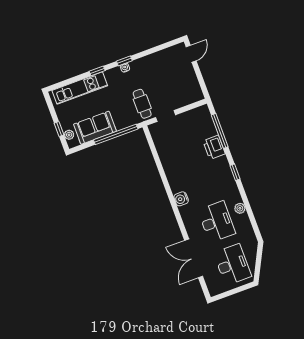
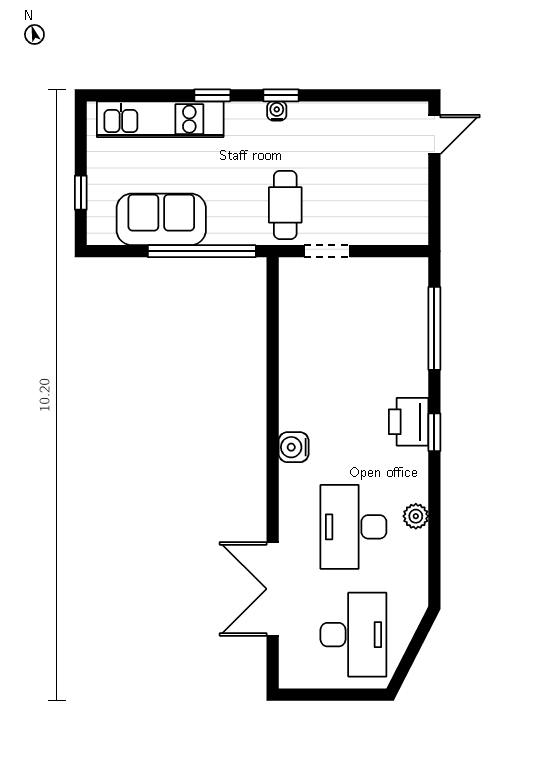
plant: (69, 135) -> (98, 214), removed
printer: (214, 147) -> (409, 422), moved
desk: (217, 222) -> (353, 527), turned 180

